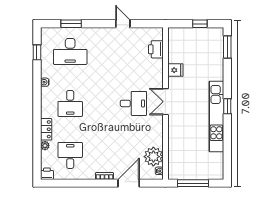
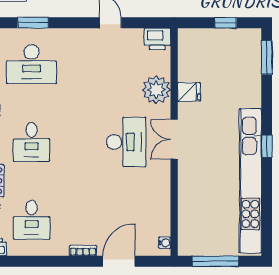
printer: (156, 49) -> (157, 39), moved, turned -90
desk: (133, 103) -> (126, 142), width x1.37
kitchen unit: (216, 116) -> (250, 181), width x1.36
desk: (70, 155) -> (32, 220), turned 180
plant: (153, 157) -> (156, 90), moved

